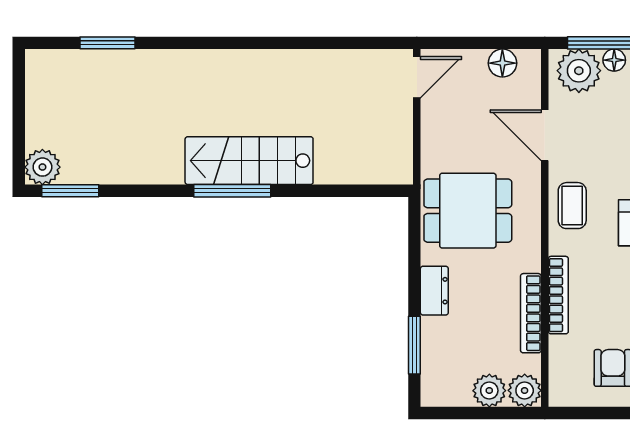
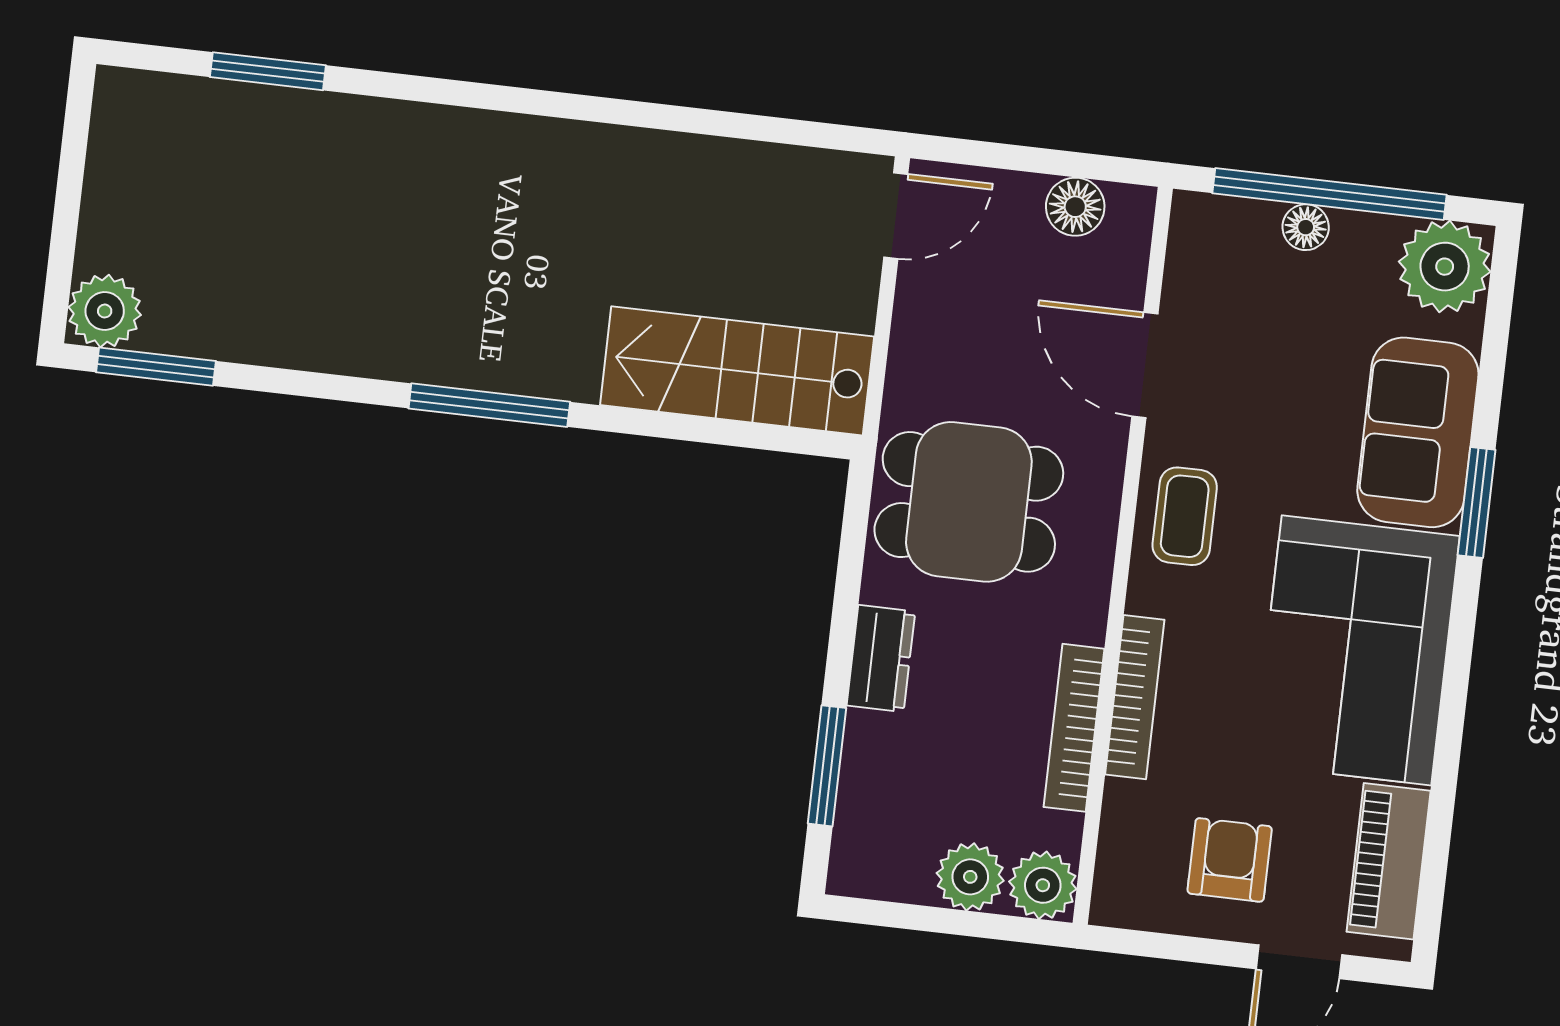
plant: (579, 71) -> (1230, 241), removed
stairs: (249, 161) -> (737, 371), moved

